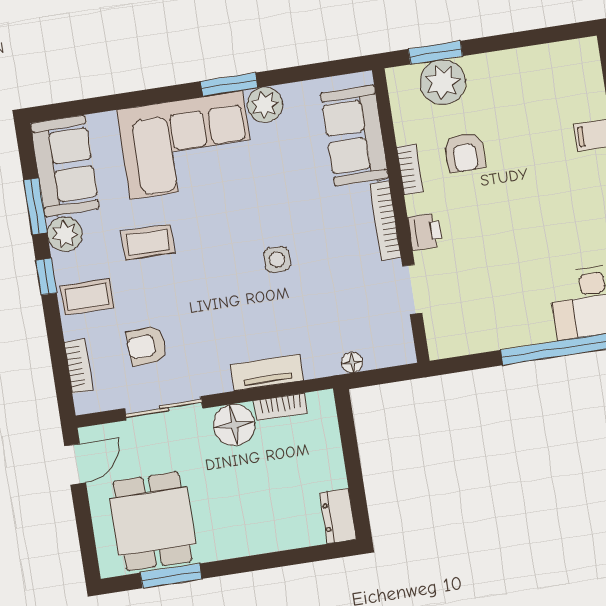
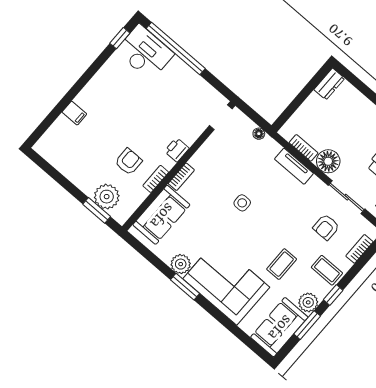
bookcase: (385, 221) -> (181, 177), width x0.64
coffee table: (148, 242) -> (282, 264), turned 90
doorway: (412, 290) -> (221, 117), moved
armchair: (147, 346) -> (326, 227), turned 93

